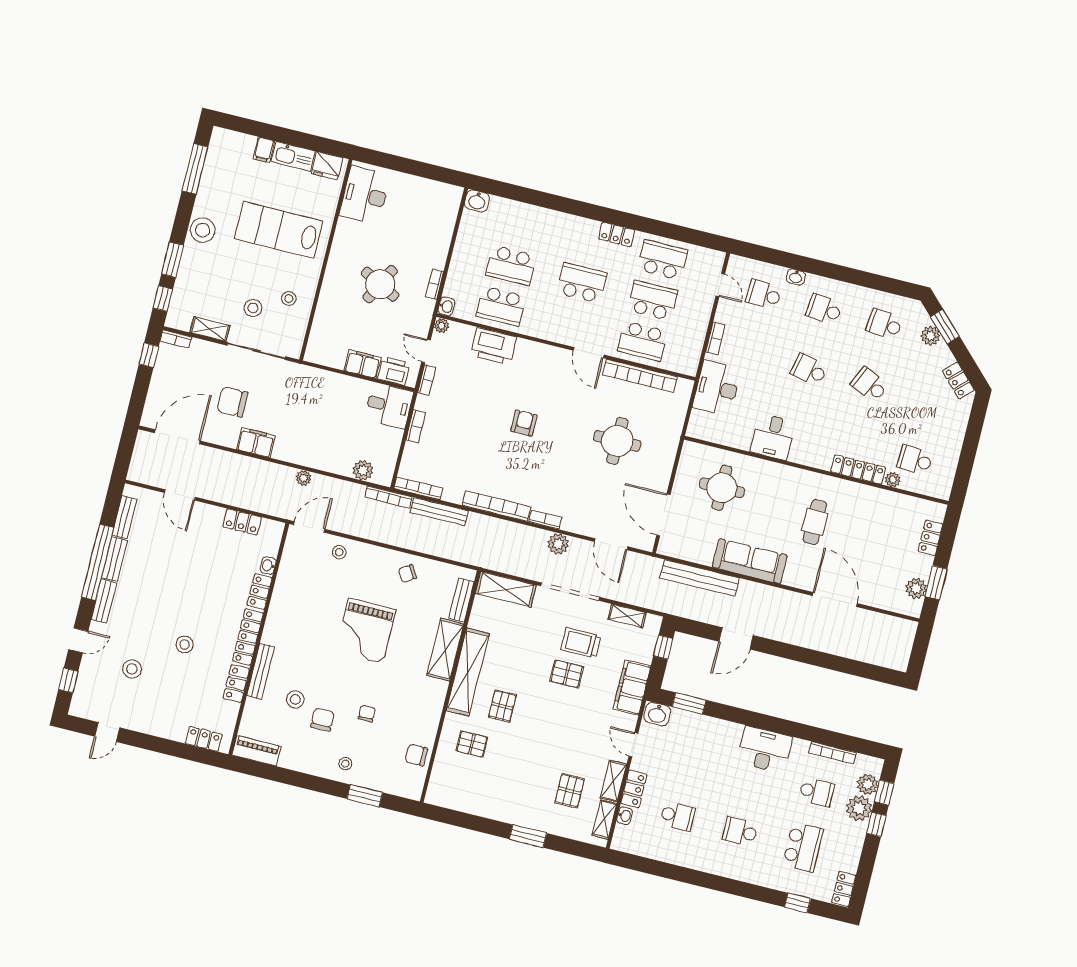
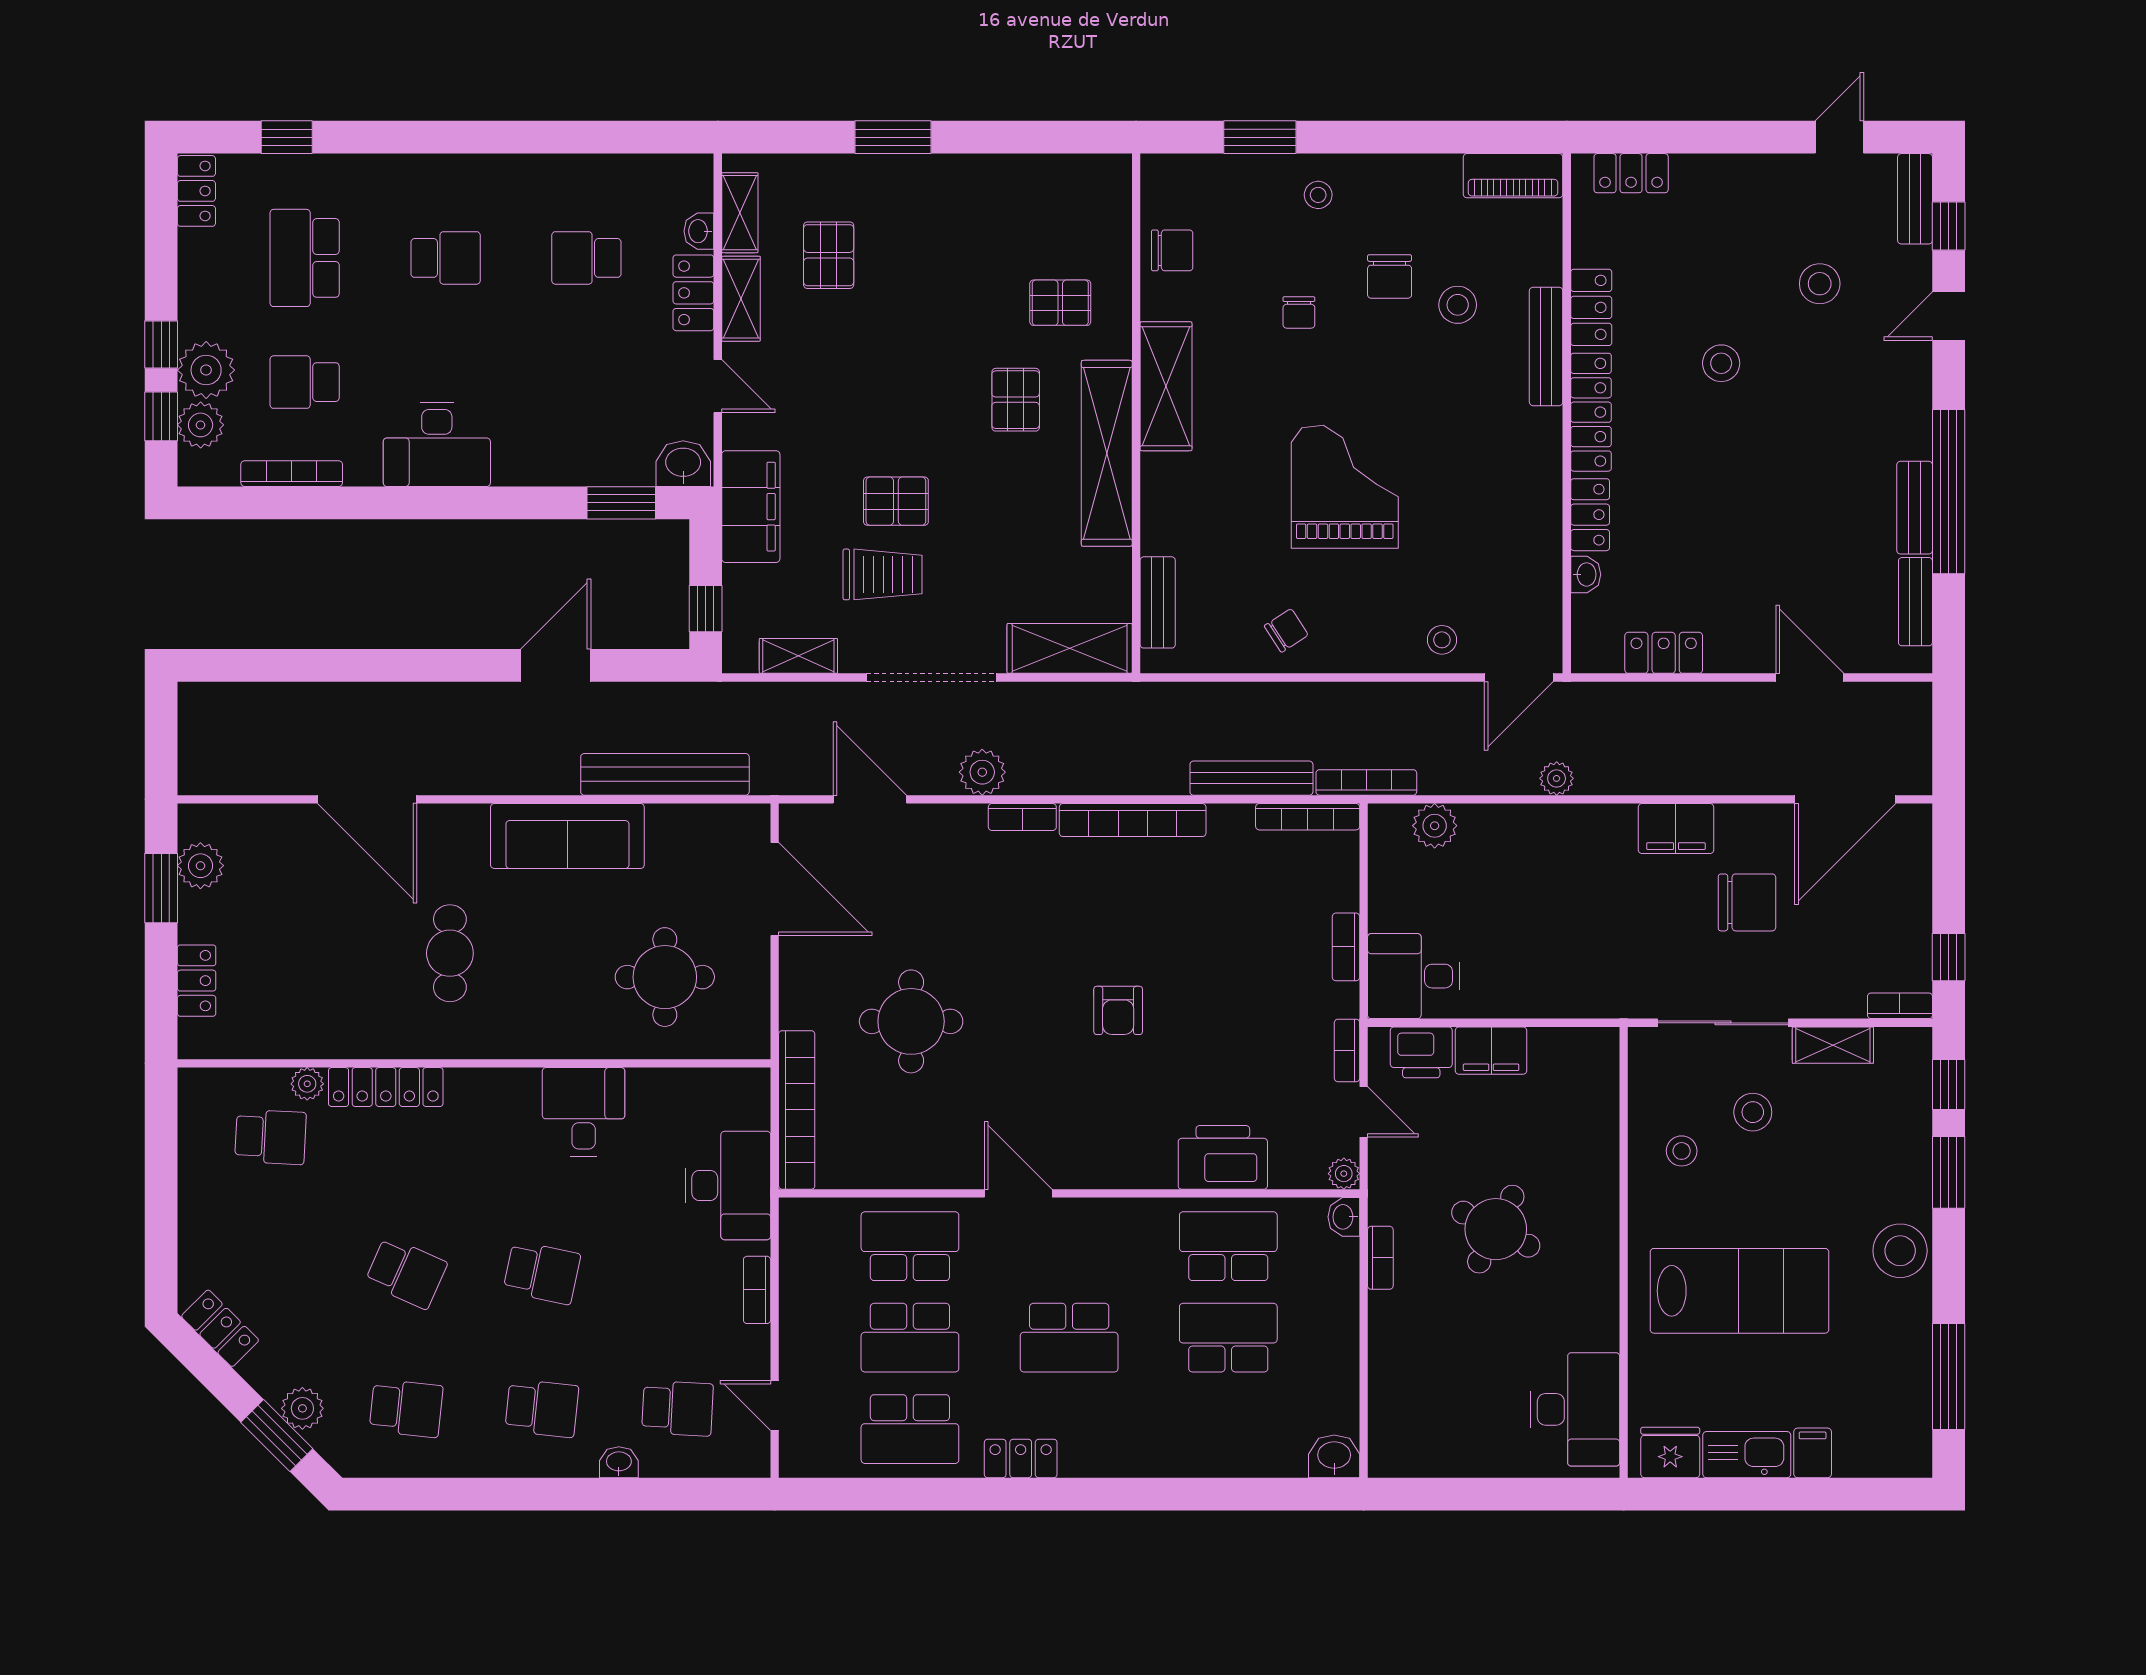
bookcase: (640, 376) -> (797, 1110), moved, turned 90
bench: (104, 601) -> (1915, 199), moved
shelving: (445, 650) -> (1166, 386), moved

